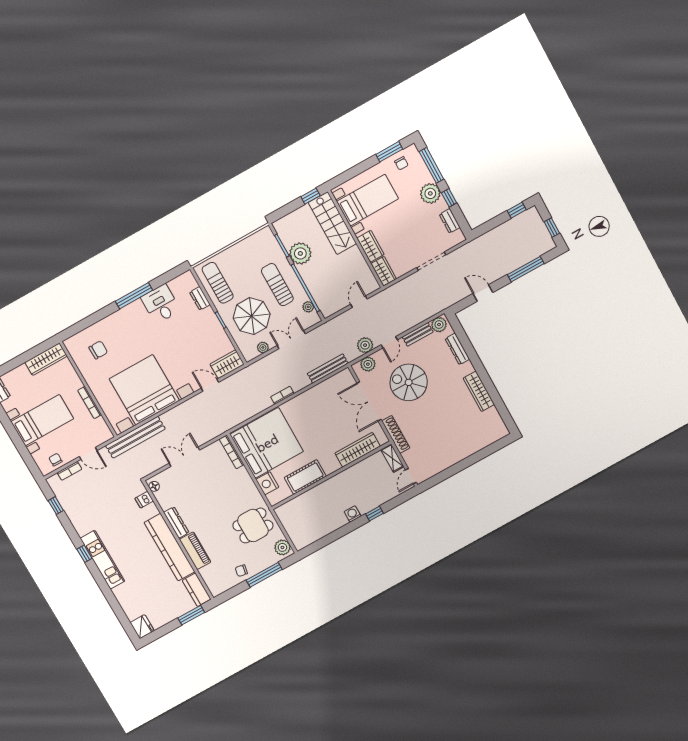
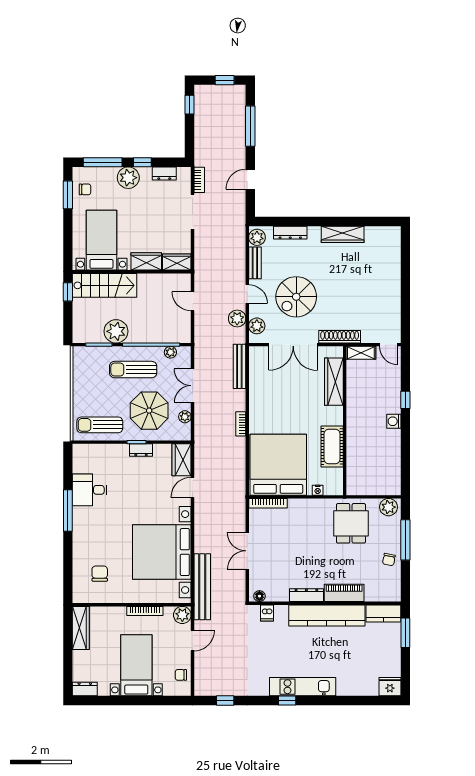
dresser: (200, 298) -> (141, 450), moved
plant: (104, 434) -> (182, 615), added
bookcase: (69, 471) -> (199, 180), moved
nightstand: (267, 483) -> (318, 490), width x0.53, depth x0.56

